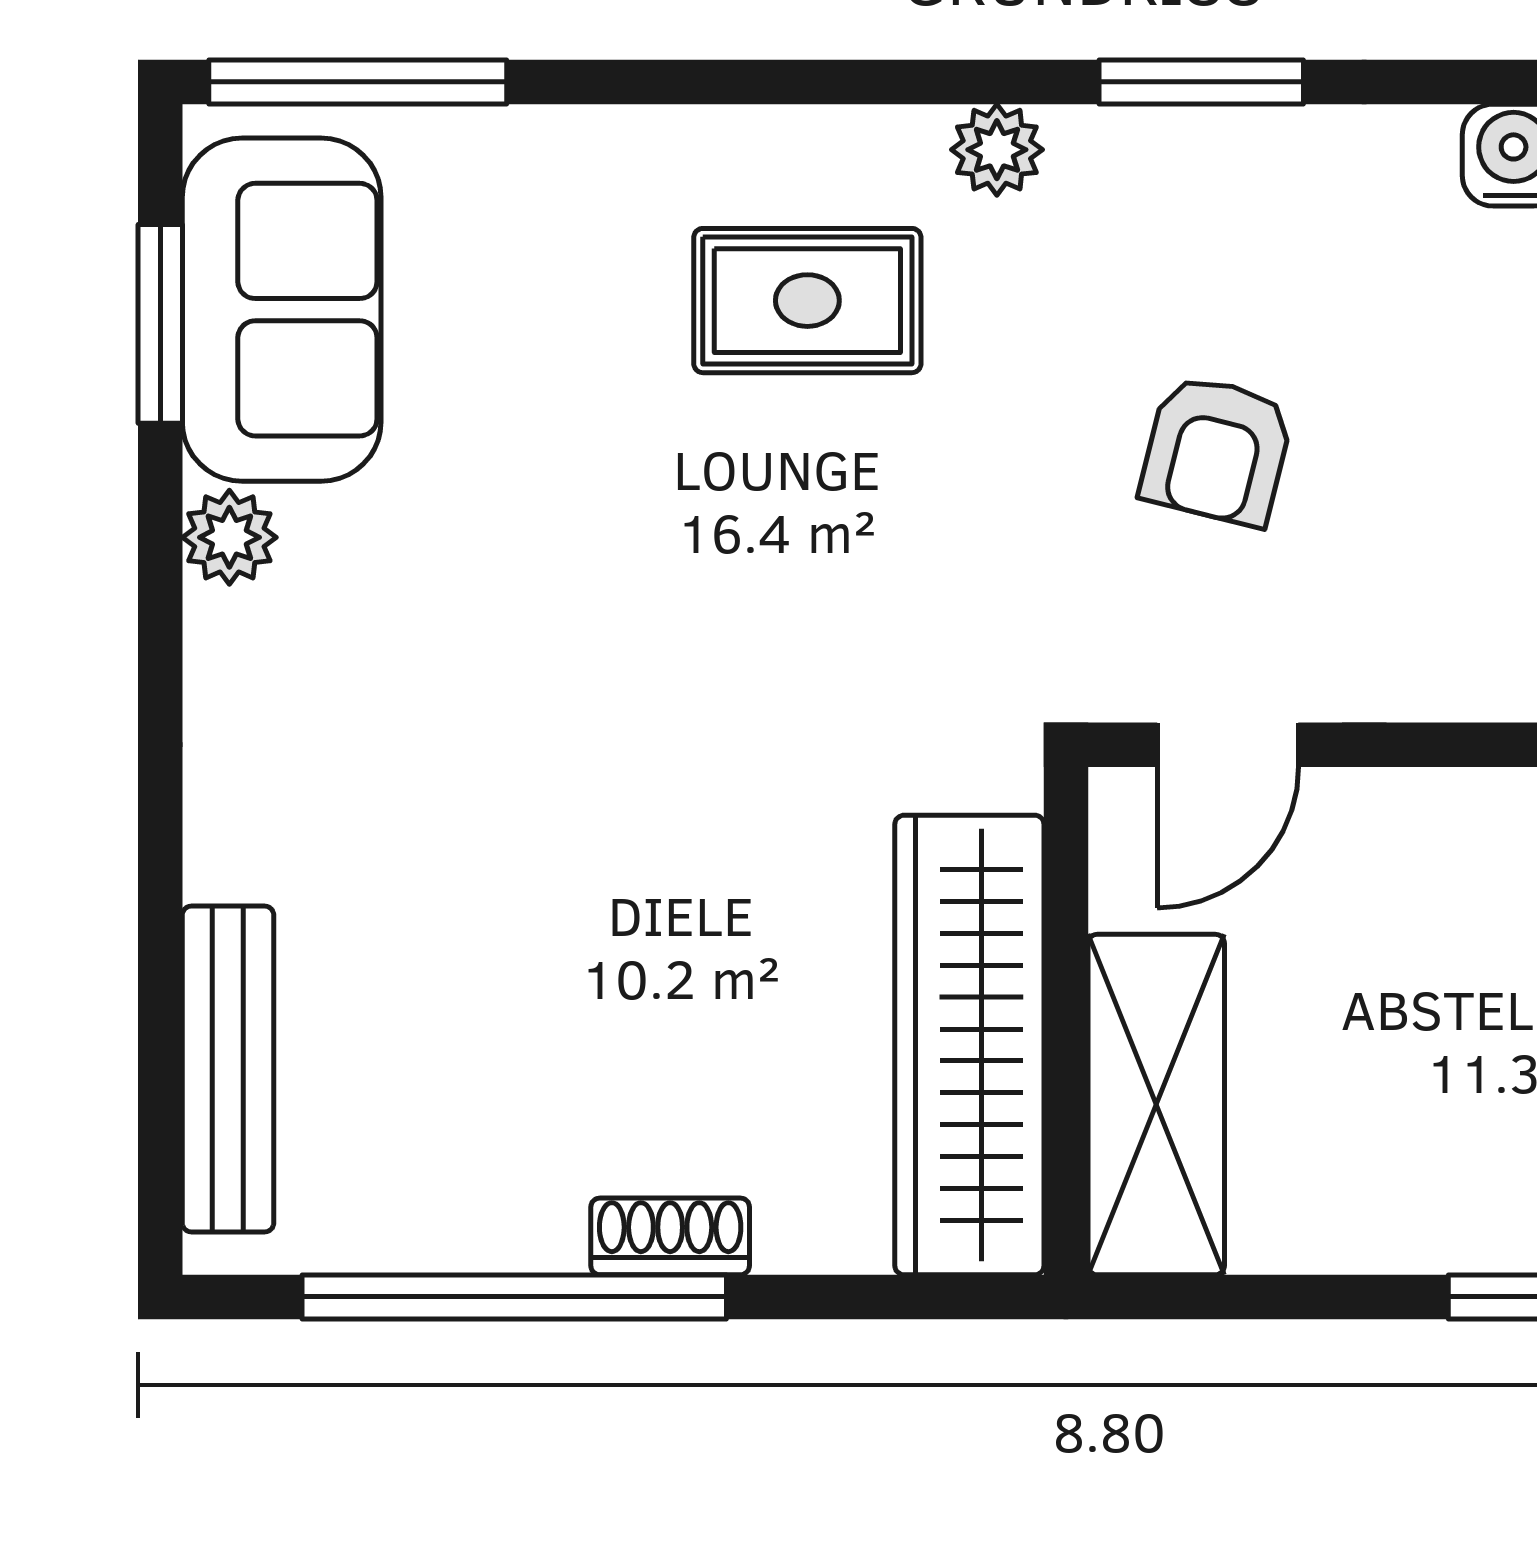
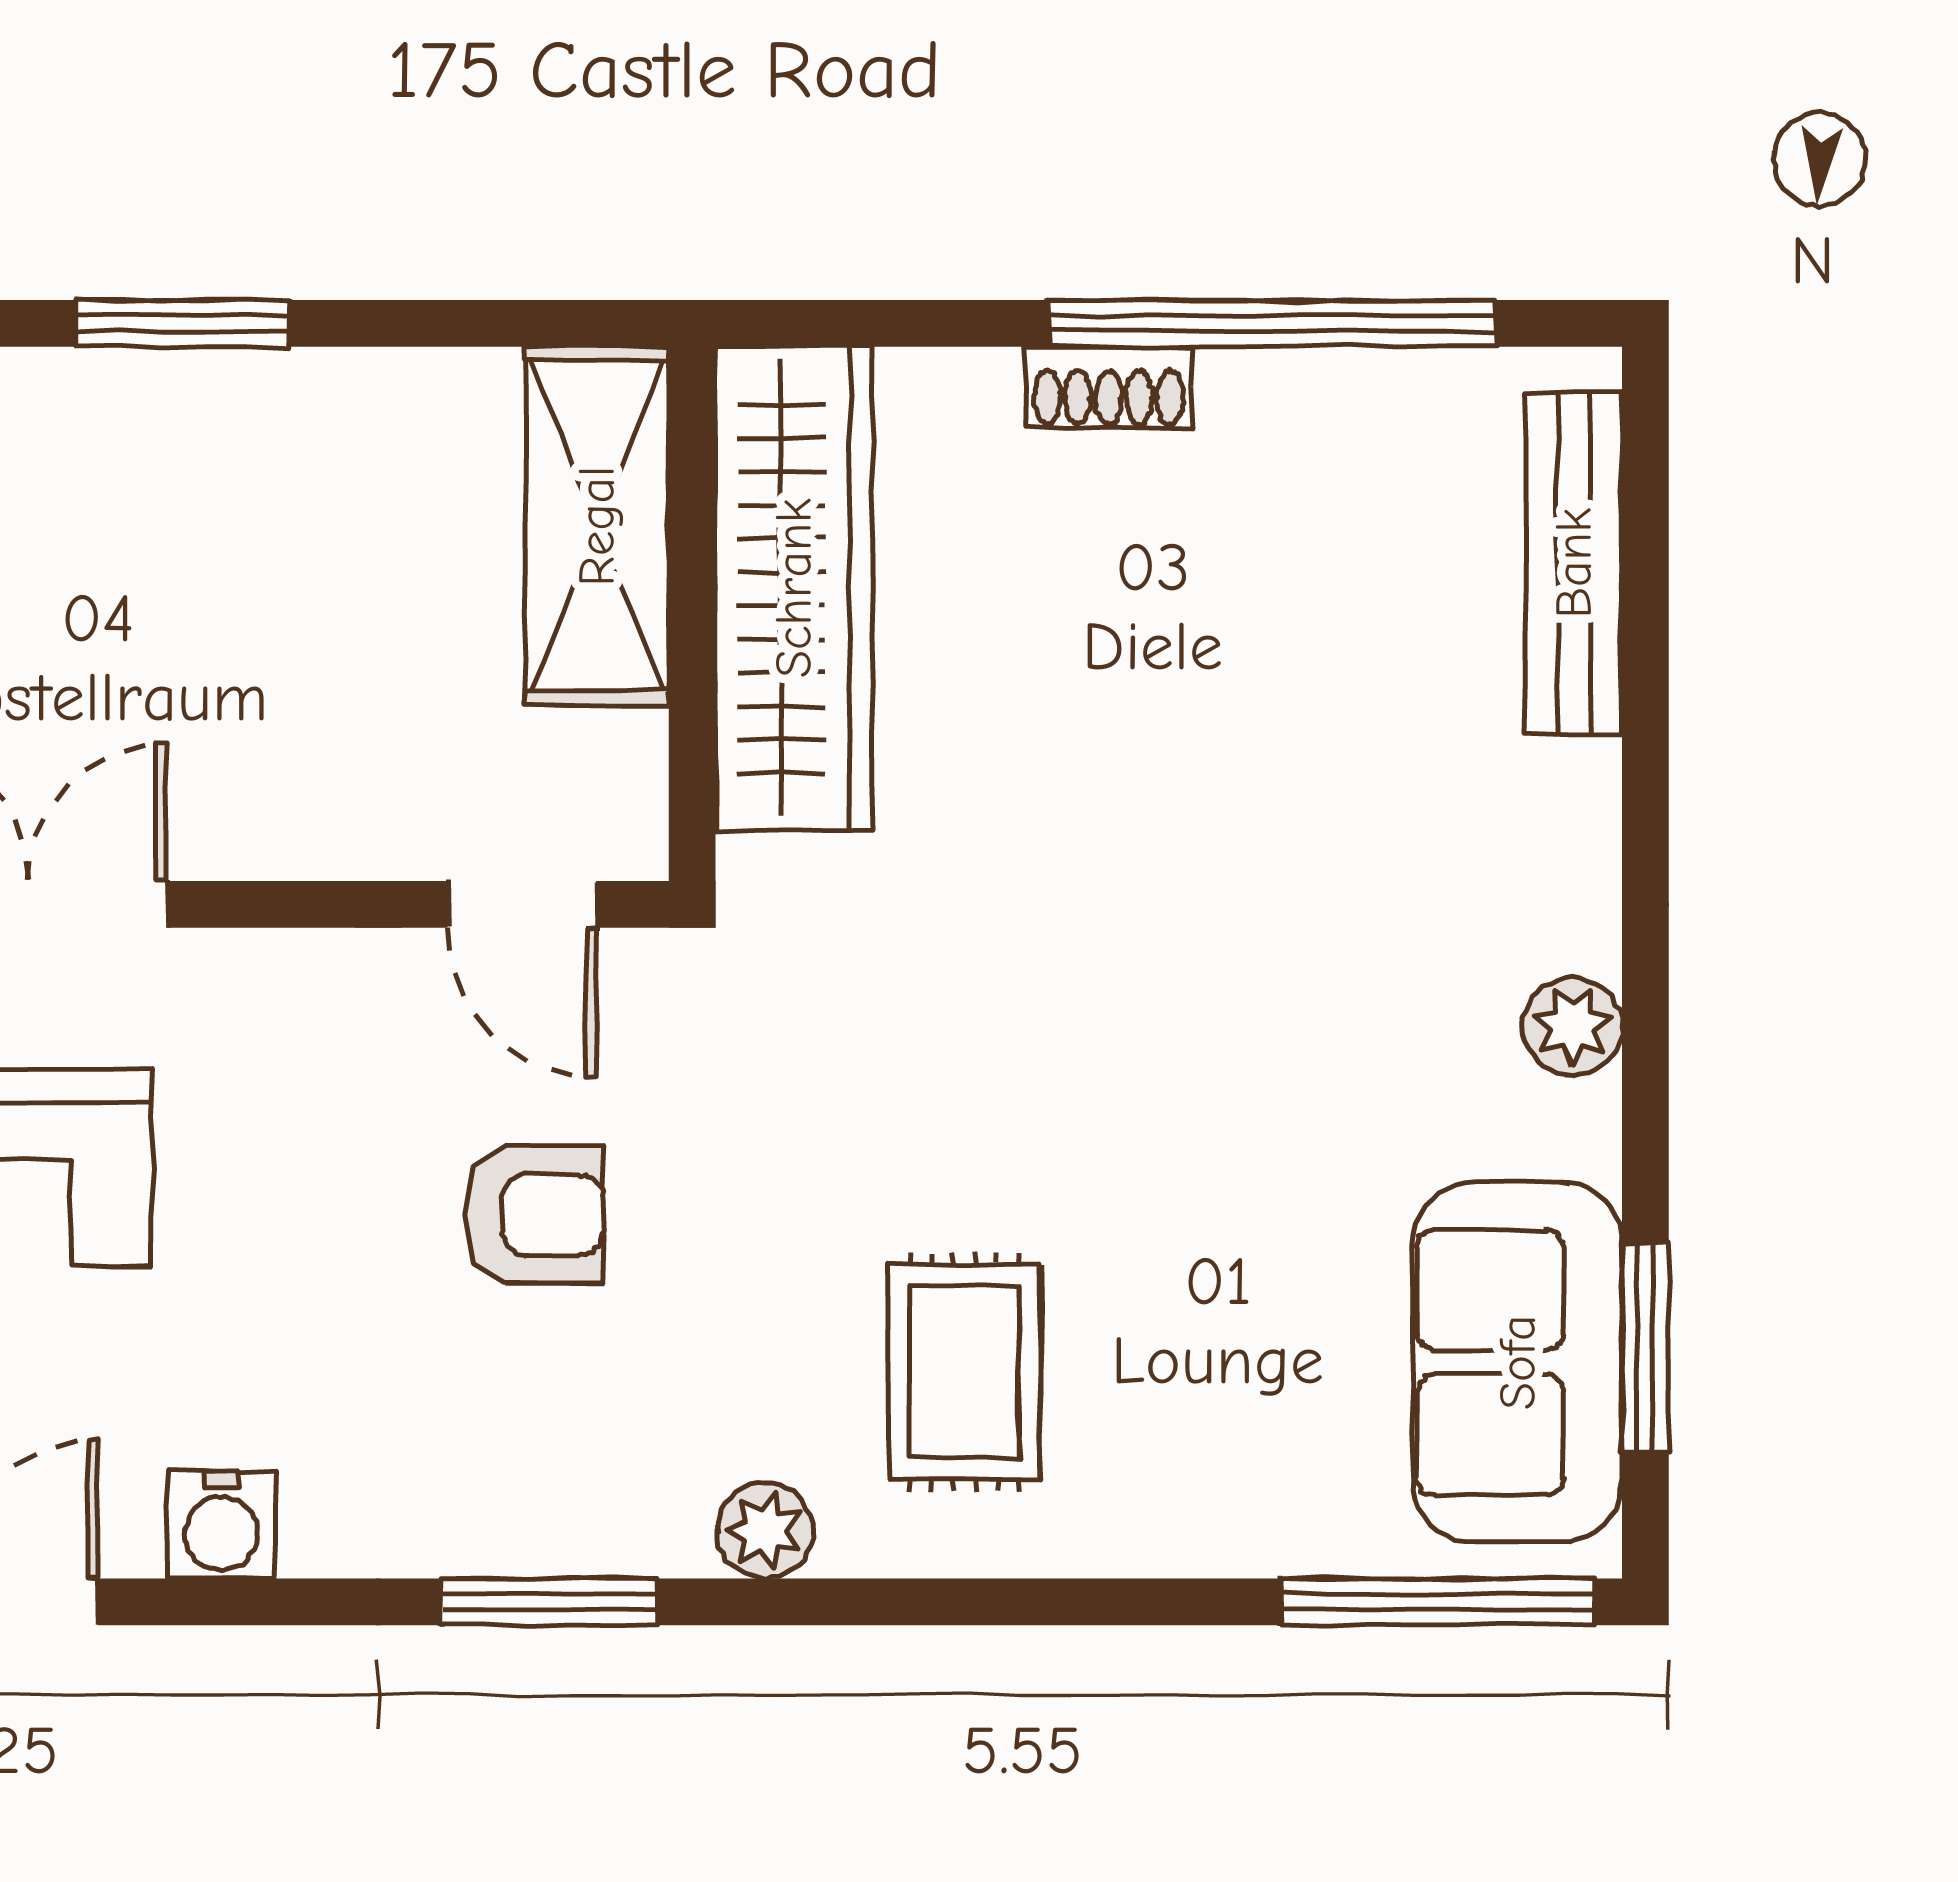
rug: (807, 301) -> (964, 1372), turned 90
armchair: (1217, 450) -> (533, 1215), turned 76
plant: (229, 537) -> (1573, 1026), moved
door: (1228, 745) -> (522, 904), swing flipped

